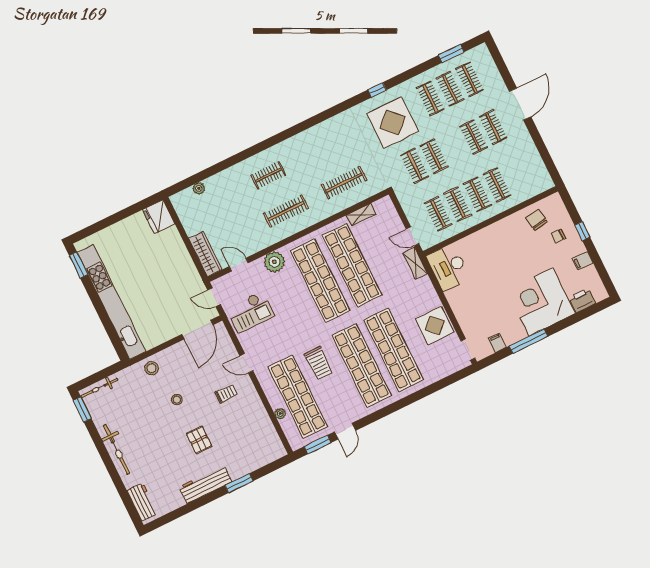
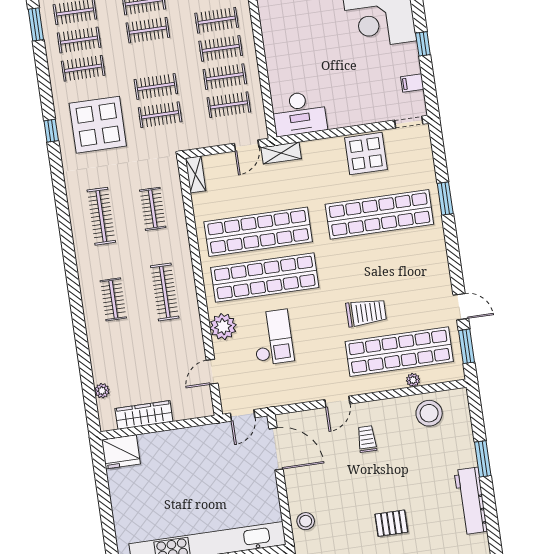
clothes rail: (326, 147) -> (101, 216), added
clothes rail: (344, 183) -> (153, 209), width x0.73
shelving: (361, 215) -> (196, 174), moved
wardrobe: (205, 254) -> (144, 415), moved
checkout: (250, 312) -> (273, 337), moved
window: (528, 341) -> (423, 44), width x0.46
shop shelf: (362, 365) -> (386, 260), removed
window: (421, 394) -> (445, 198), added
stool: (177, 400) -> (429, 413), moved, width x1.89, depth x1.89
pallet: (199, 440) -> (391, 523), moved

